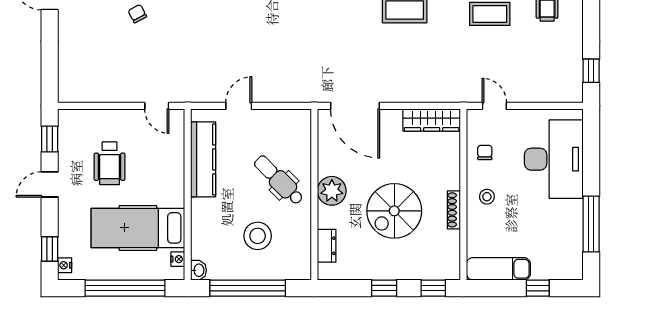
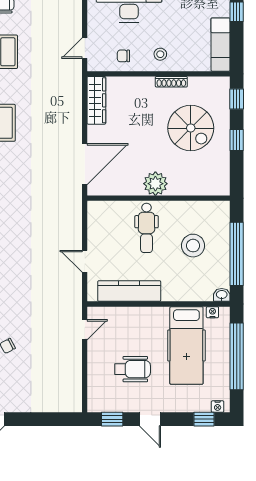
dental chair: (279, 180) -> (147, 228), turned -45
spiral stairs: (394, 211) -> (191, 128), moved
dresser: (327, 246) -> (201, 188), removed

